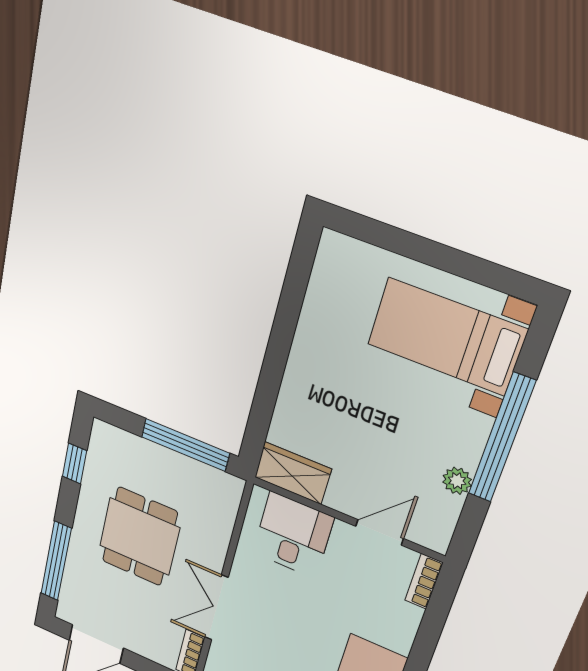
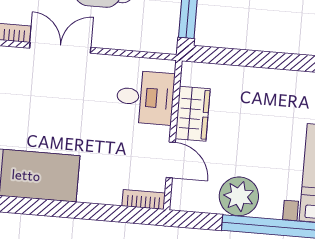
wardrobe: (293, 473) -> (193, 114), moved
plant: (457, 481) -> (239, 196), width x1.88, depth x1.88

